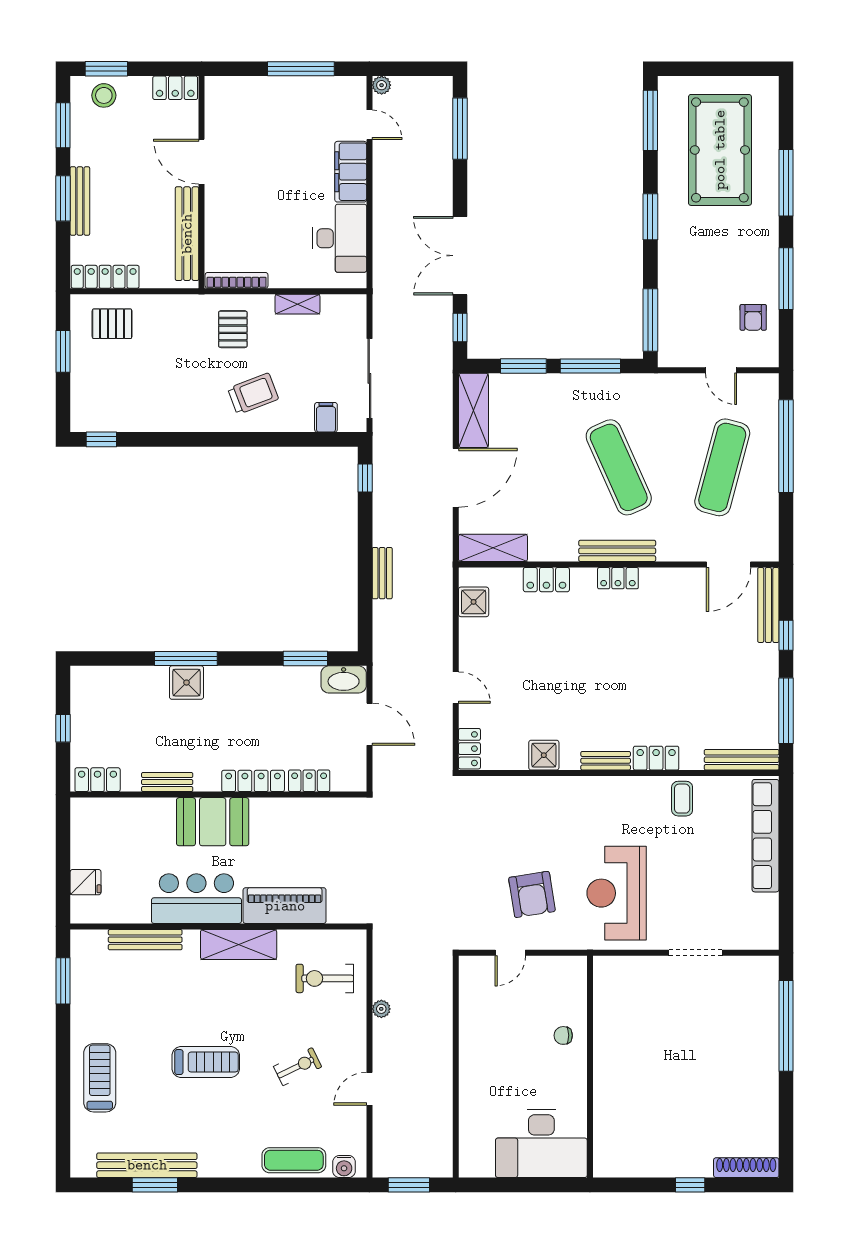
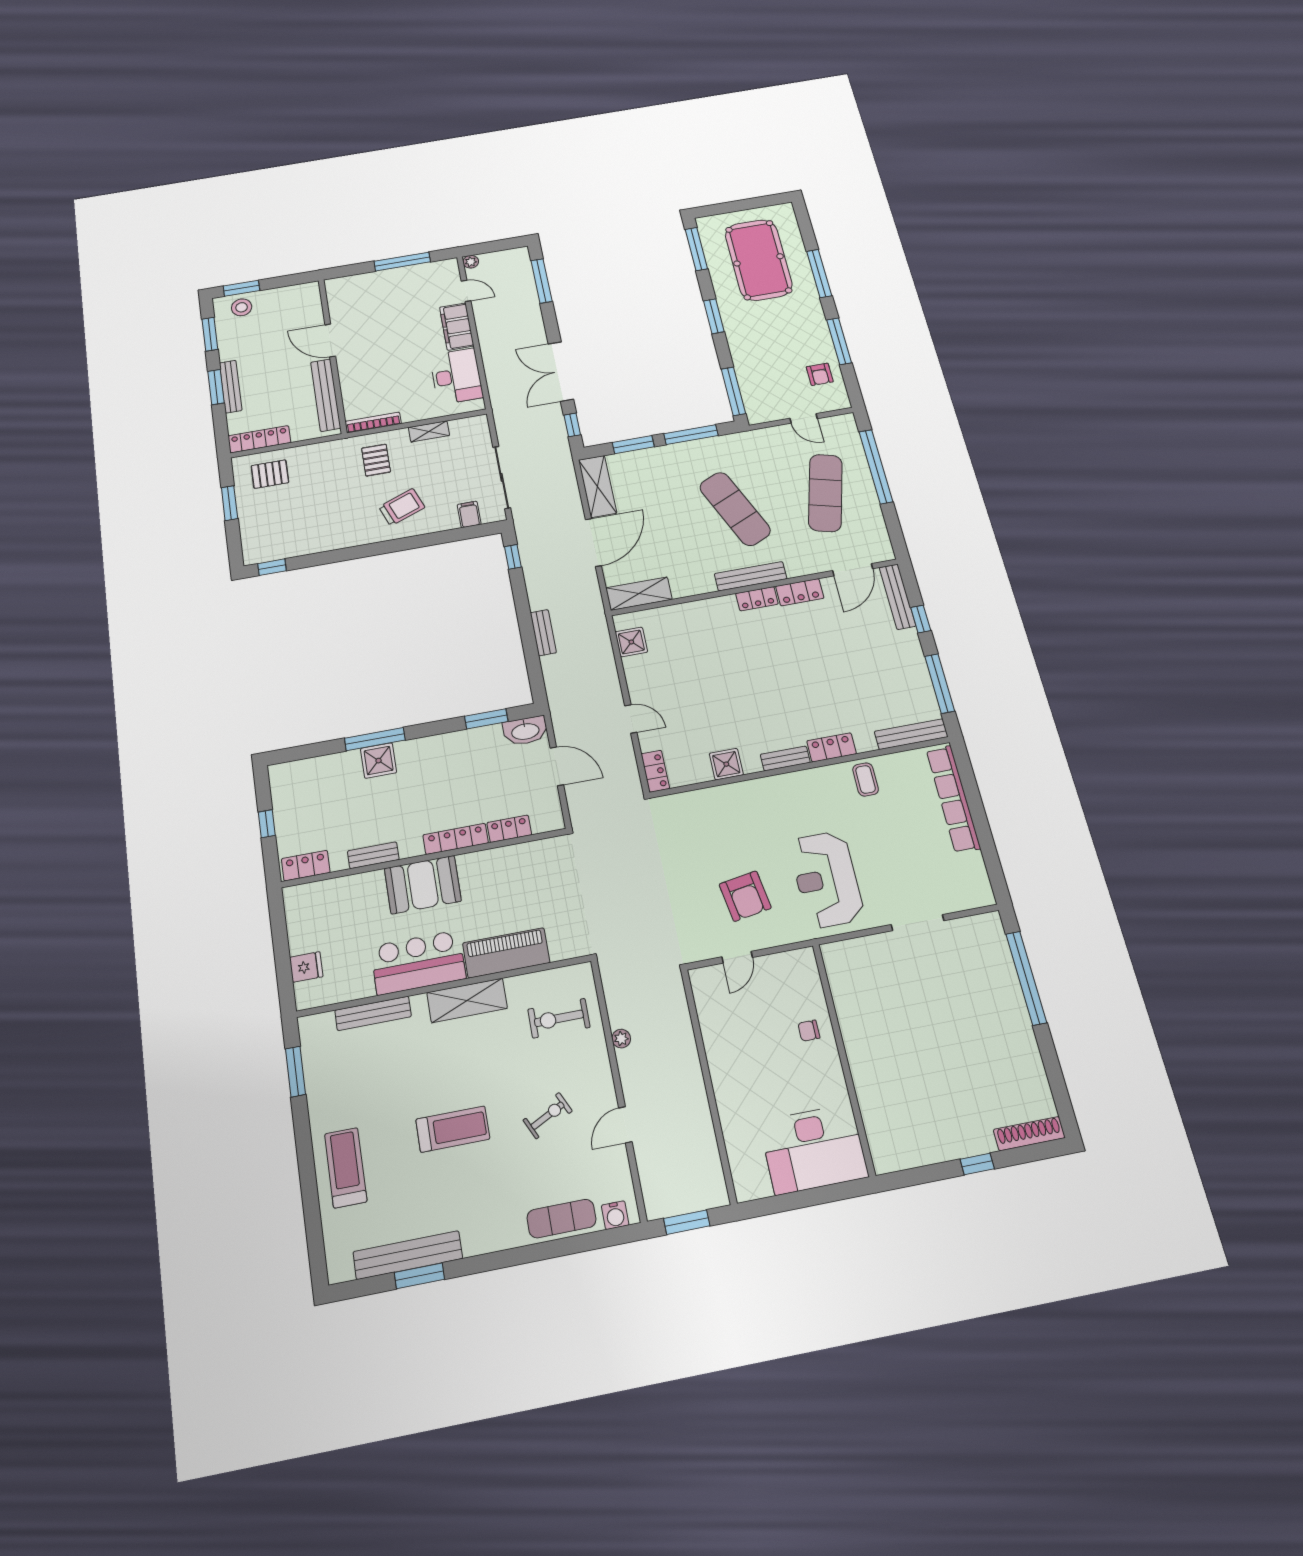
locker: (175, 88) -> (300, 292), removed
locker: (546, 580) -> (800, 592), moved

